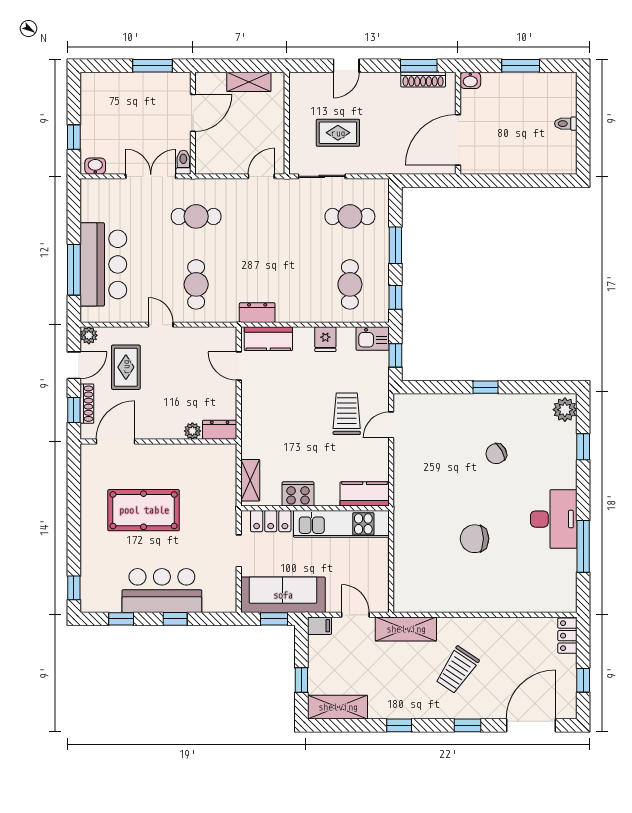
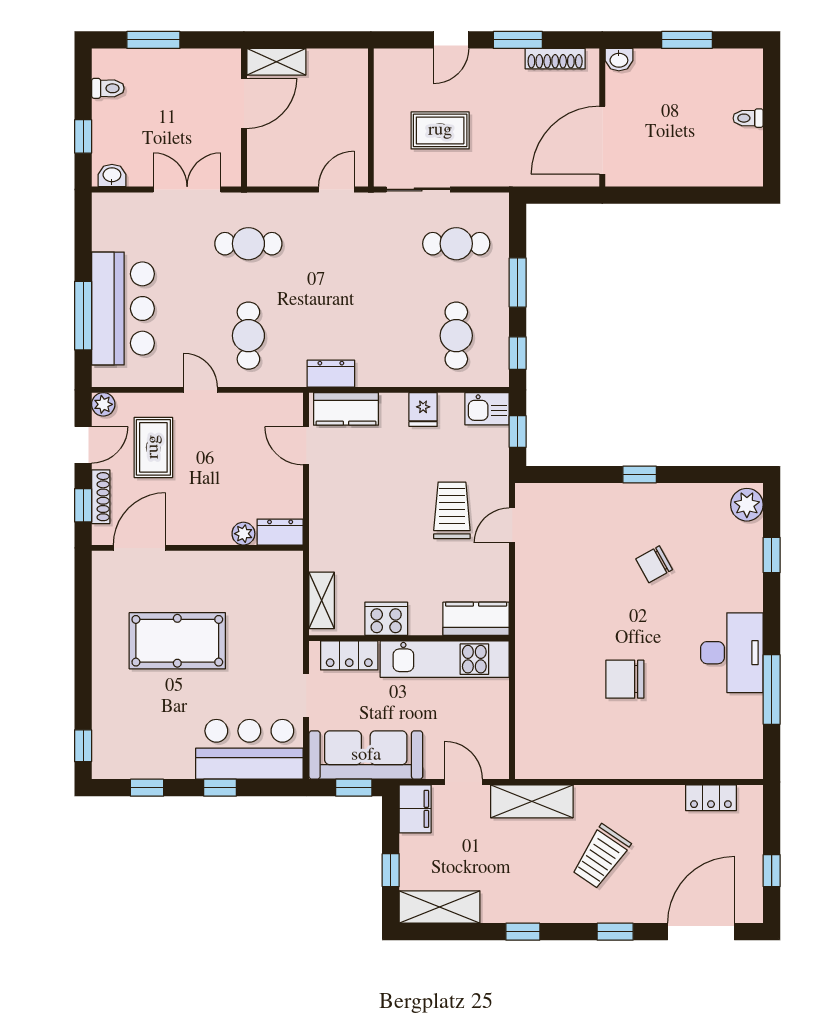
window: (152, 66) -> (153, 40), moved
window: (419, 66) -> (518, 40), moved
shelving: (249, 82) -> (276, 62), moved
toilet: (183, 162) -> (108, 88), moved, turned 90
bar counter: (162, 591) -> (249, 749), moved
filing cabinet: (319, 626) -> (415, 809), width x2.00
locker: (567, 636) -> (711, 798), moved, turned -90

